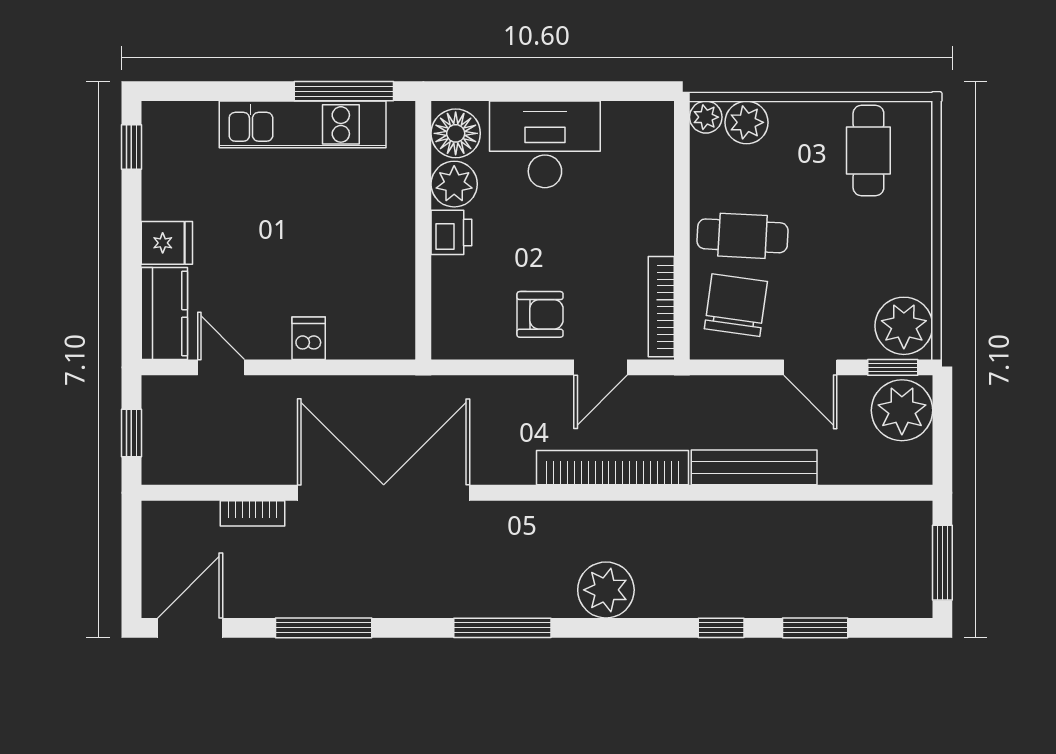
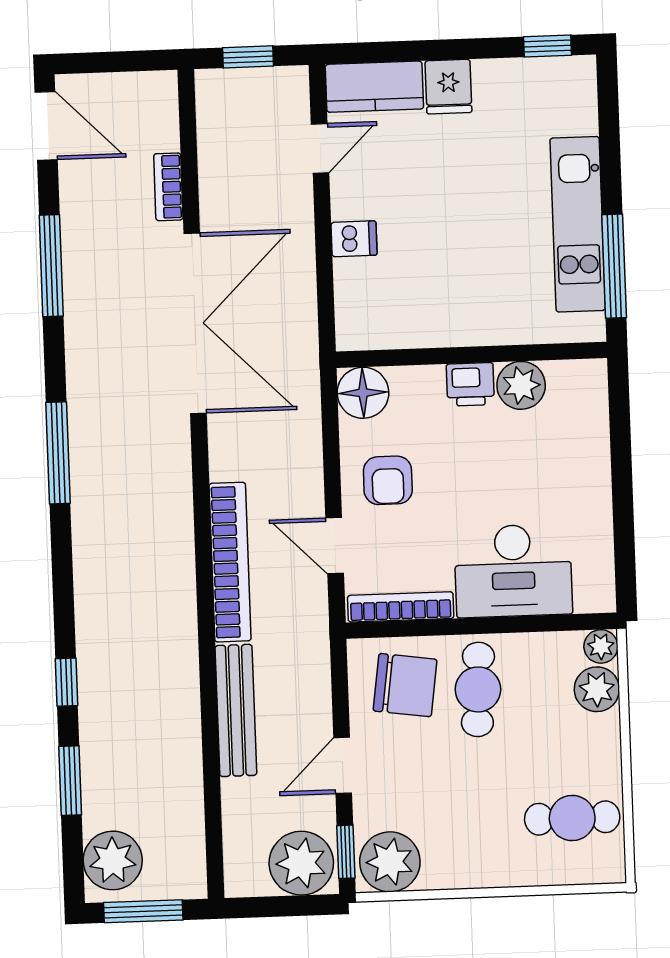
floor lamp: (456, 133) -> (363, 393), moved
desk: (545, 144) -> (513, 571), moved, turned 90
plant: (606, 590) -> (113, 860), moved

